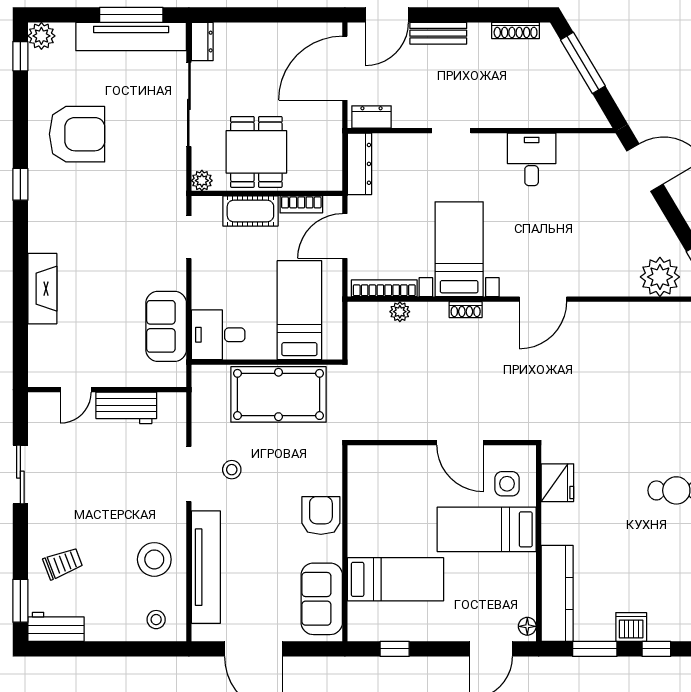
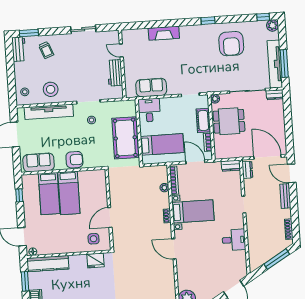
dresser: (360, 164) -> (231, 166), width x0.70
bed: (487, 529) -> (69, 193), moved, turned 180

